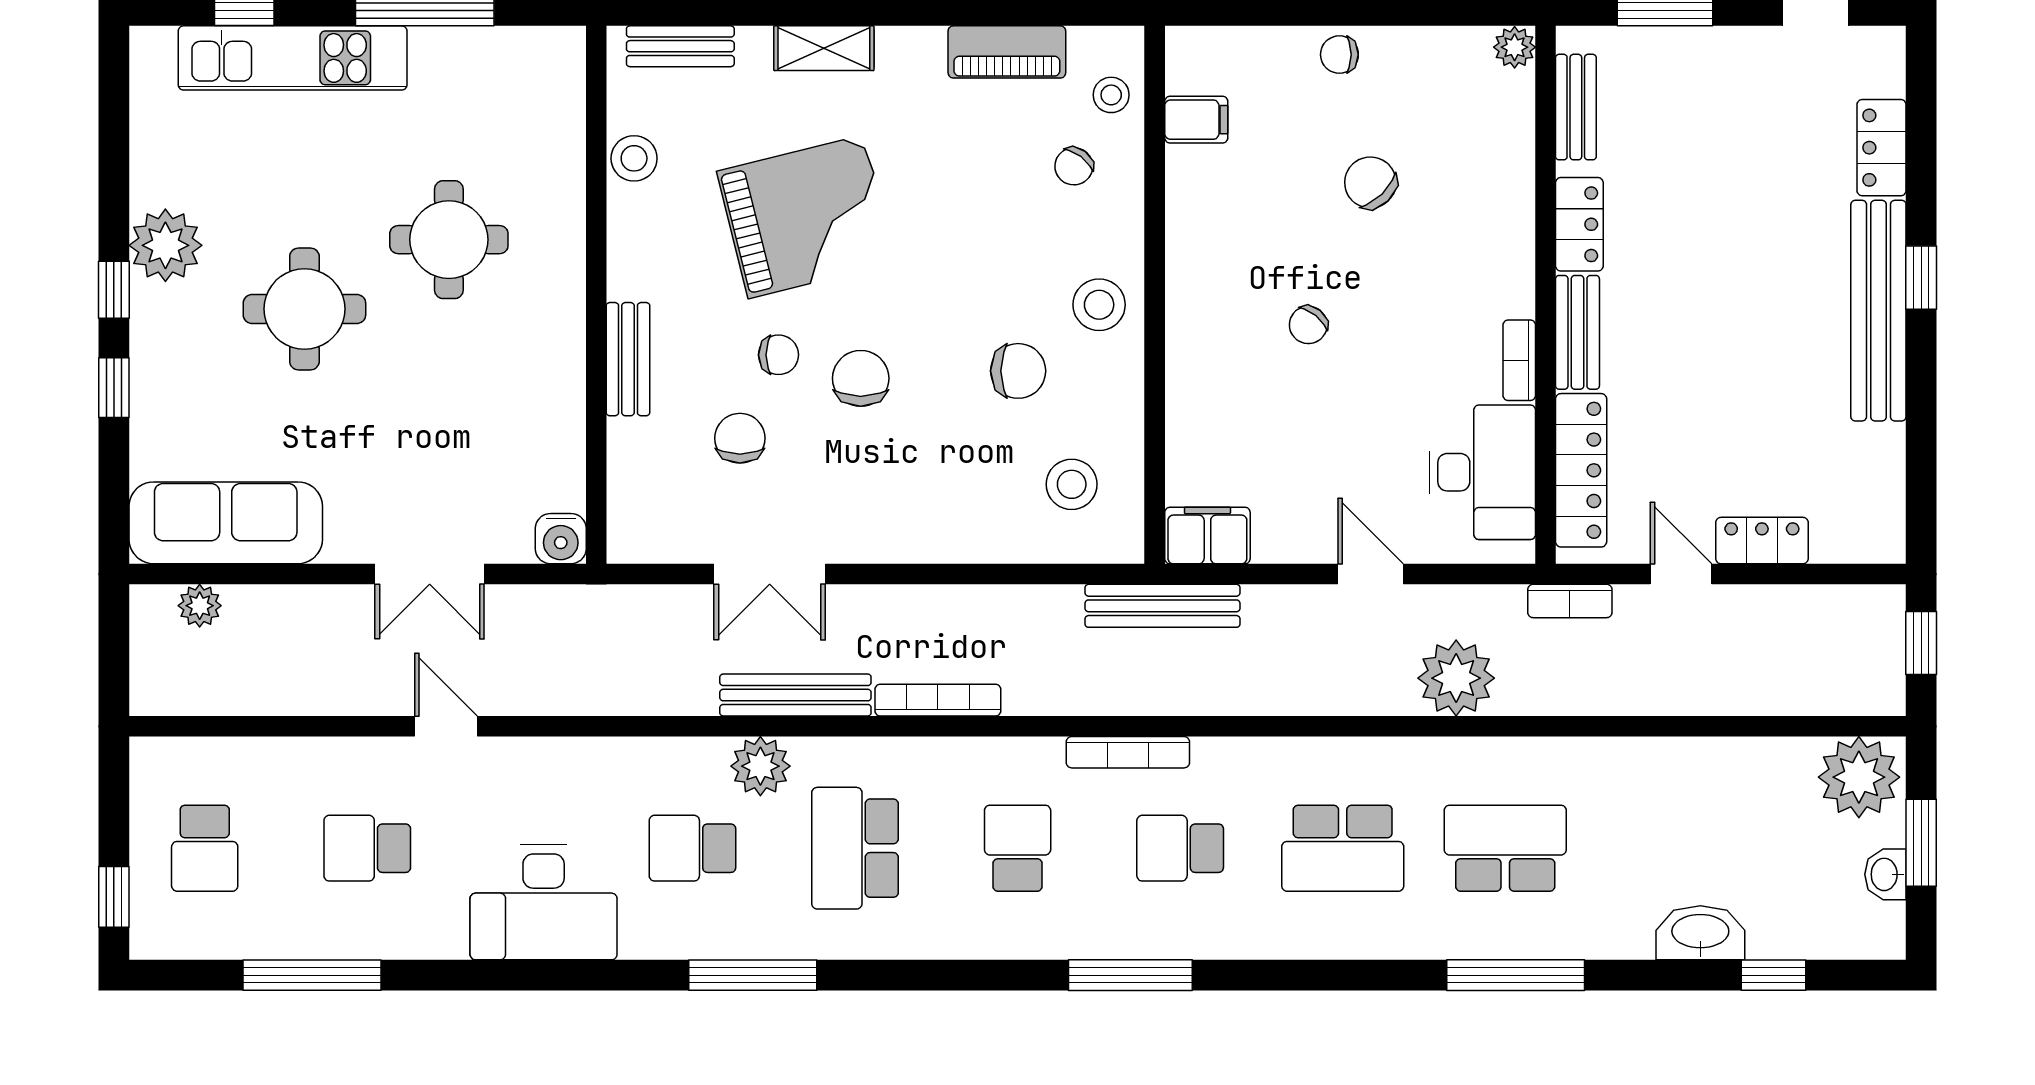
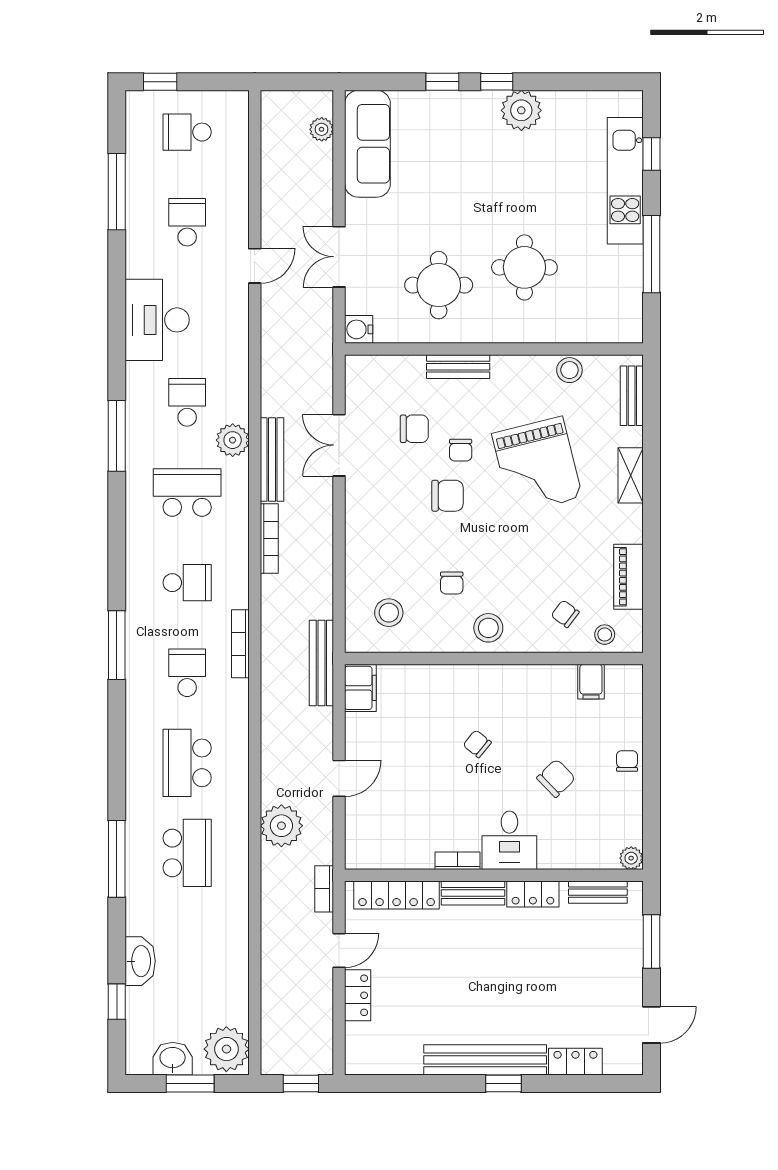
round table: (304, 309) -> (439, 285), moved
chair: (1018, 371) -> (452, 583), width x0.73, depth x0.73
desk: (1482, 472) -> (509, 840), moved, width x0.73
washbasin: (1885, 874) -> (173, 1059), width x1.38, depth x1.45

